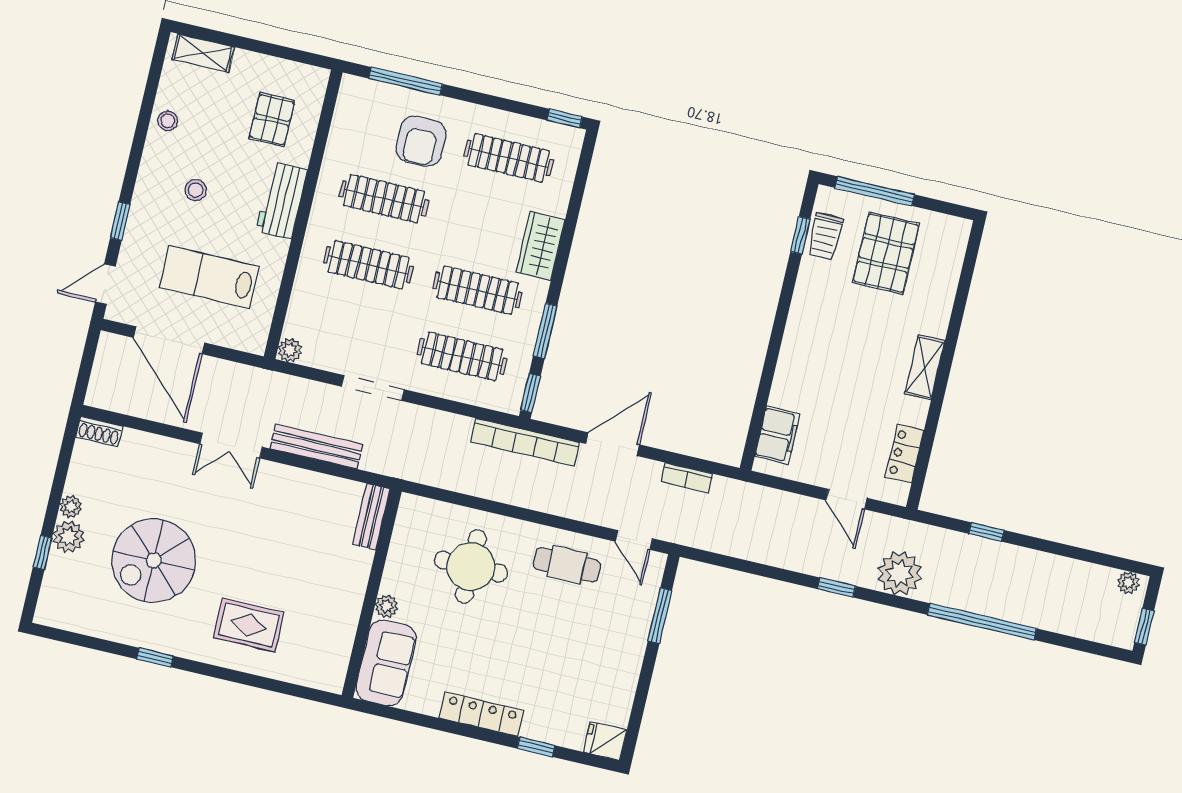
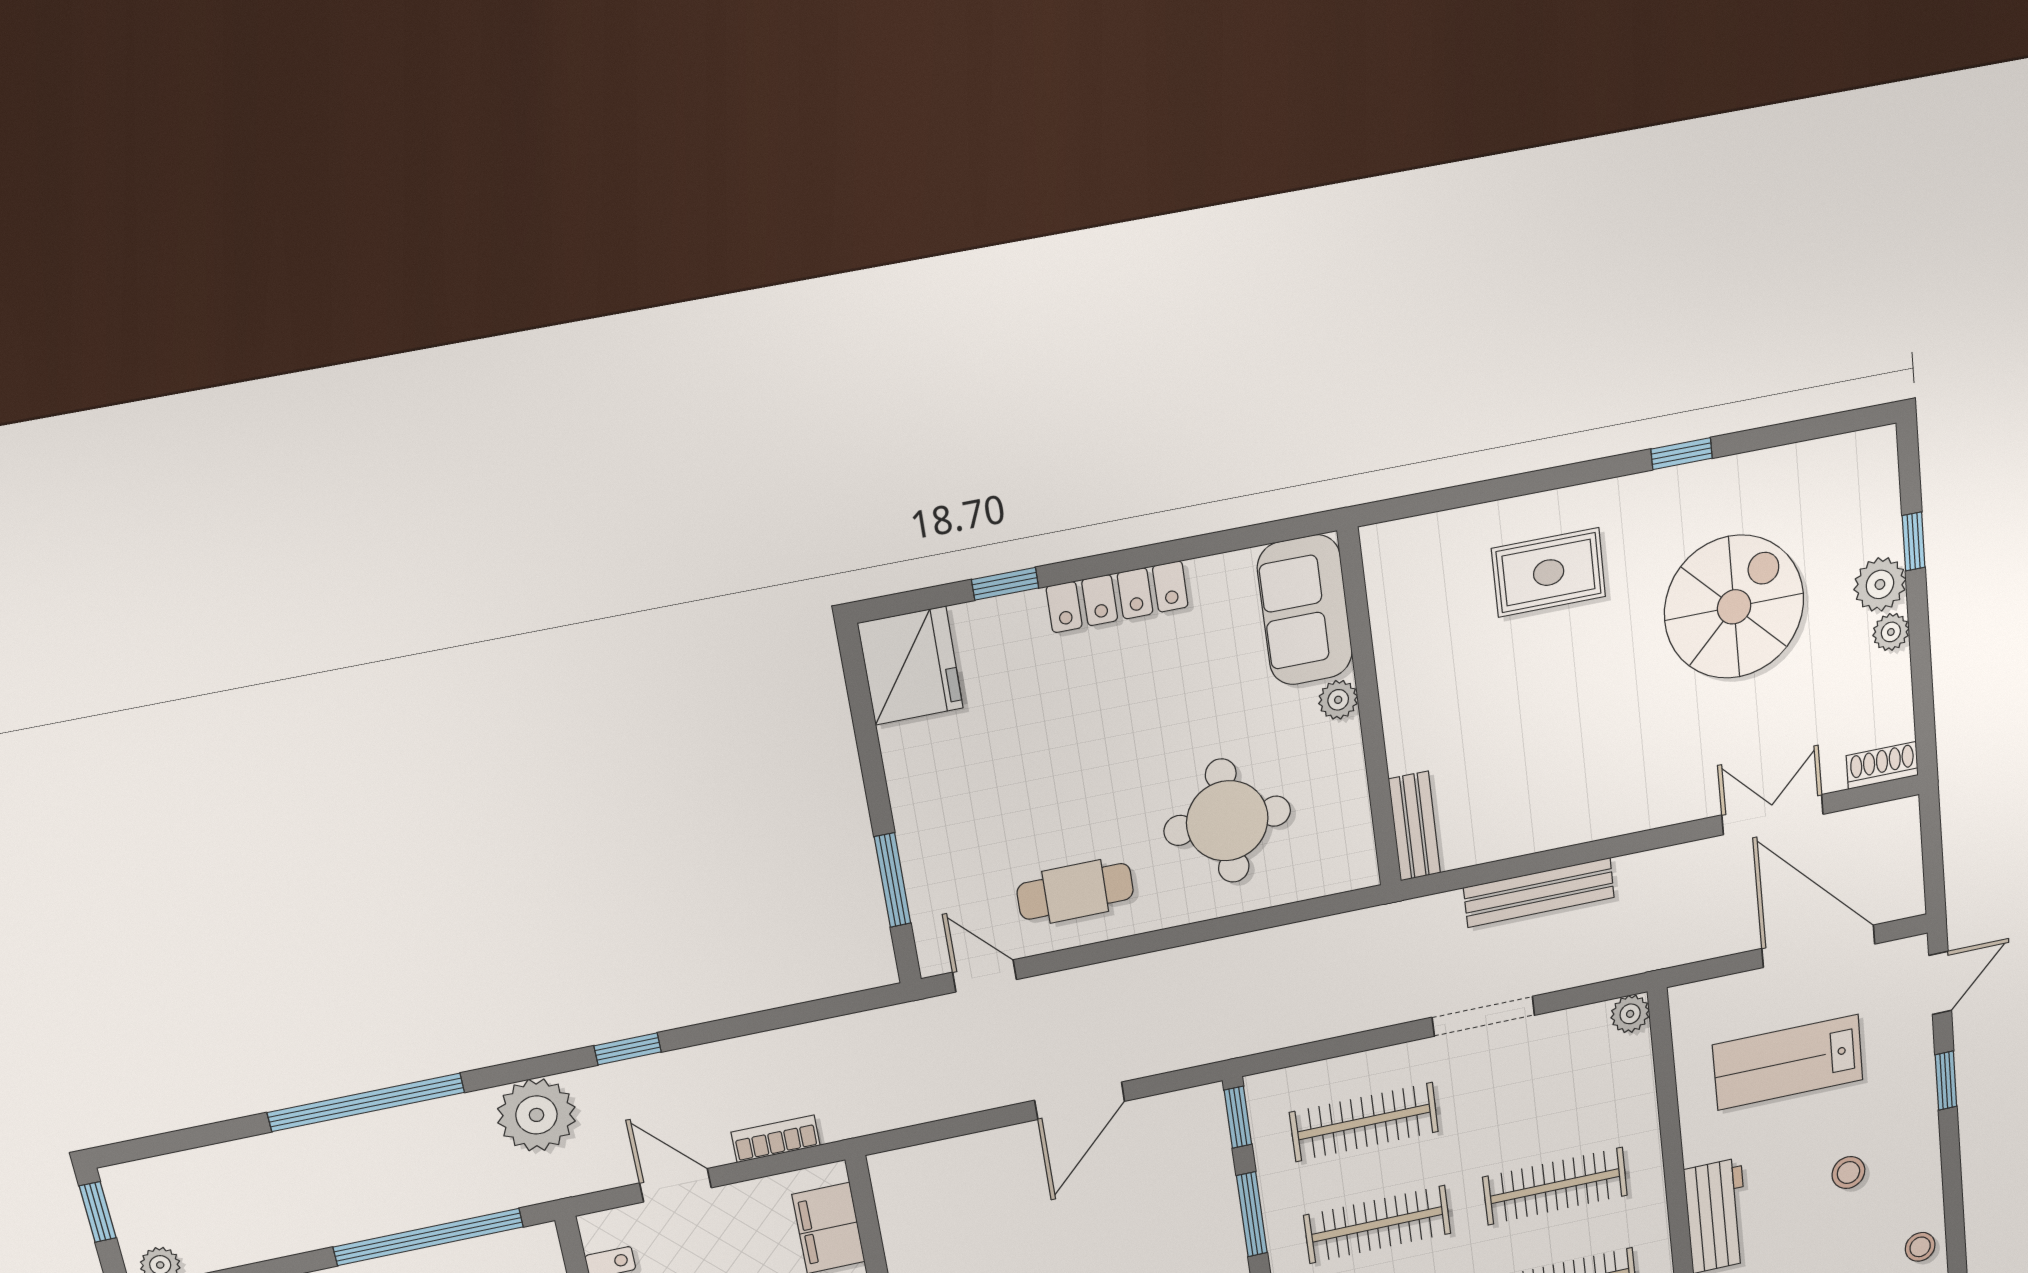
lab bench: (209, 277) -> (1788, 1062), turned 180
bookcase: (525, 442) -> (1217, 1043), removed
double door: (231, 445) -> (1773, 815), moved
bookcase: (687, 478) -> (776, 1139), moved
window: (987, 532) -> (428, 1237), width x3.17
fridge: (605, 741) -> (910, 666), width x1.88, depth x1.34

